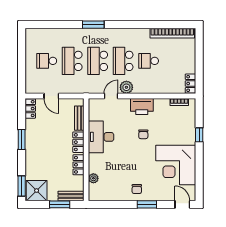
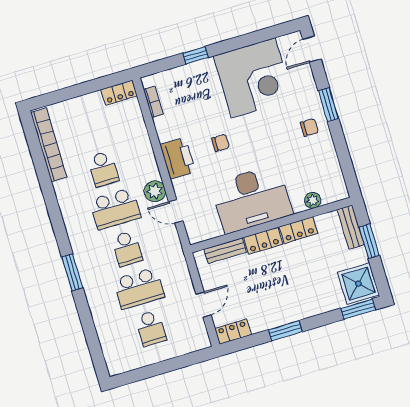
school desk: (98, 61) -> (127, 249), width x0.54
desk: (101, 137) -> (252, 199), width x1.36, depth x1.30

